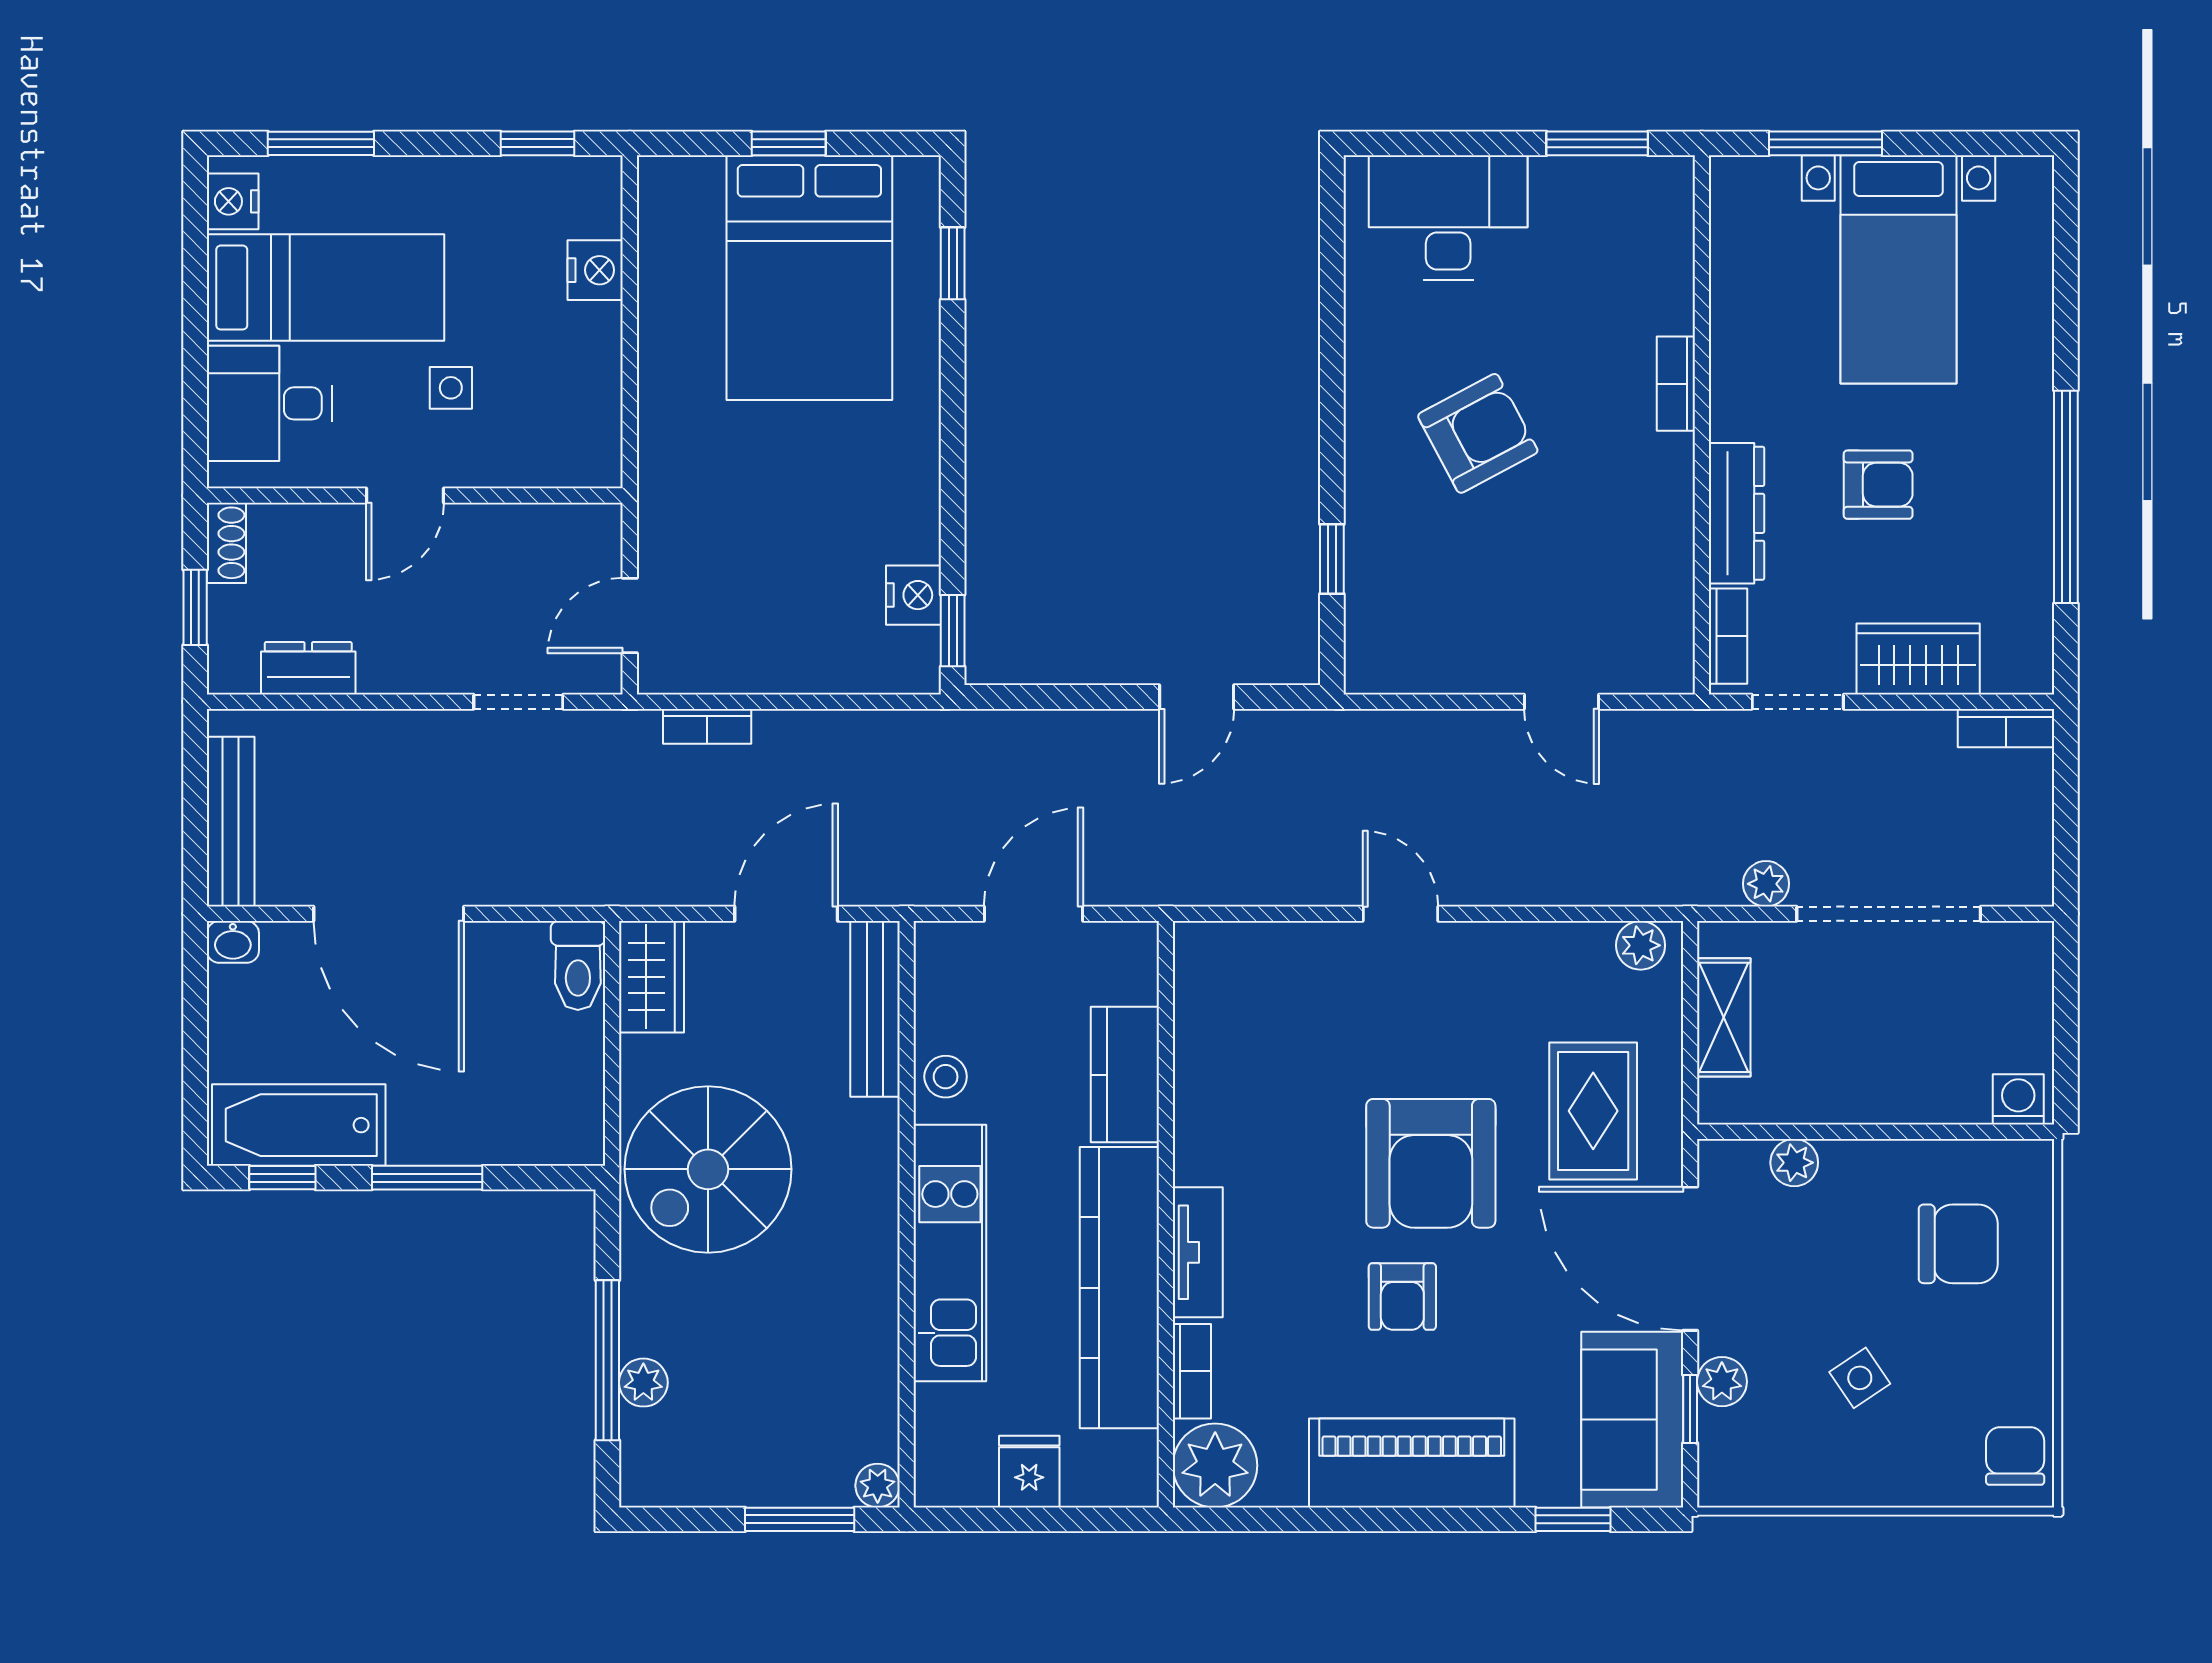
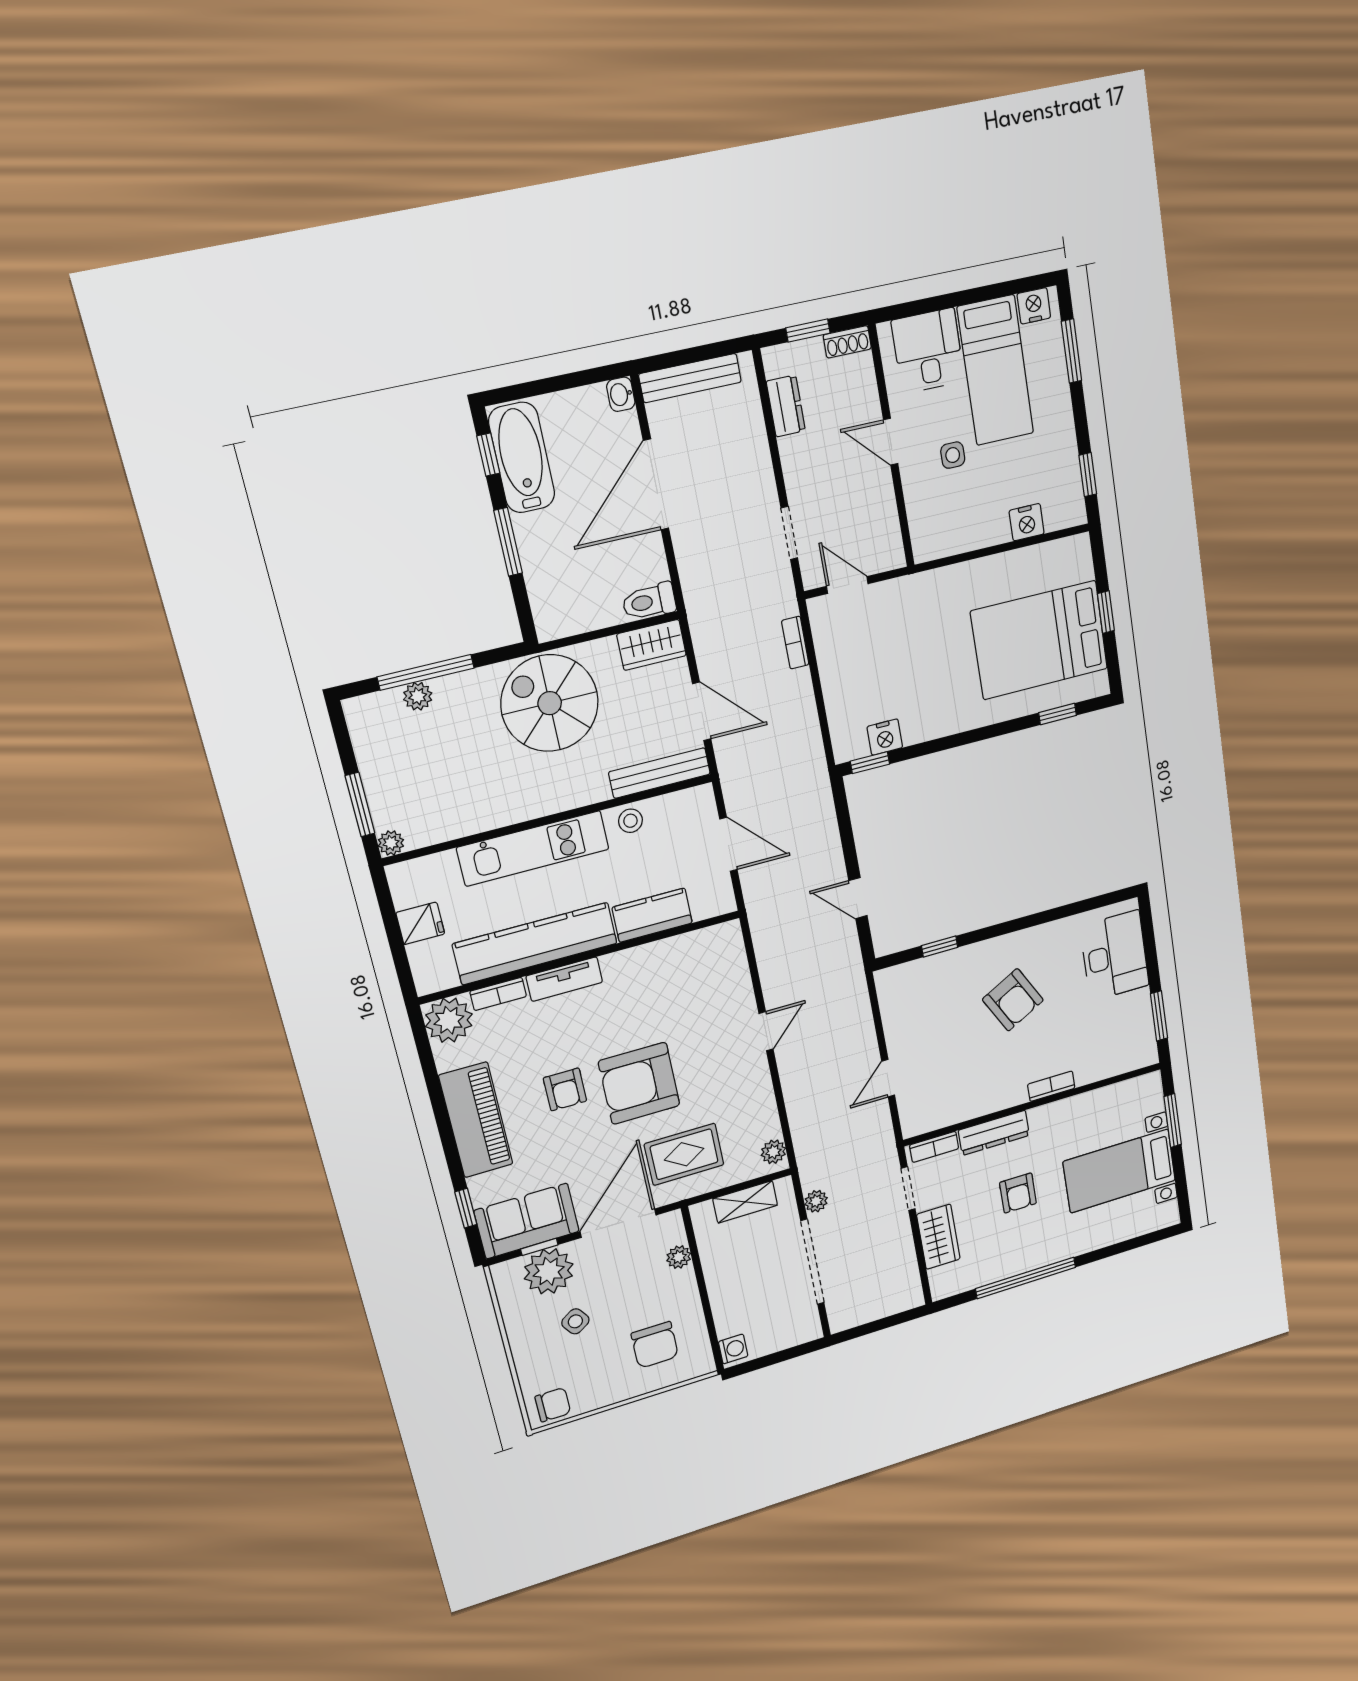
bookcase: (2006, 728) -> (912, 1286), removed
armchair: (1402, 1296) -> (565, 1089), turned -90
plant: (1722, 1382) -> (549, 1271), width x1.87, depth x1.87

